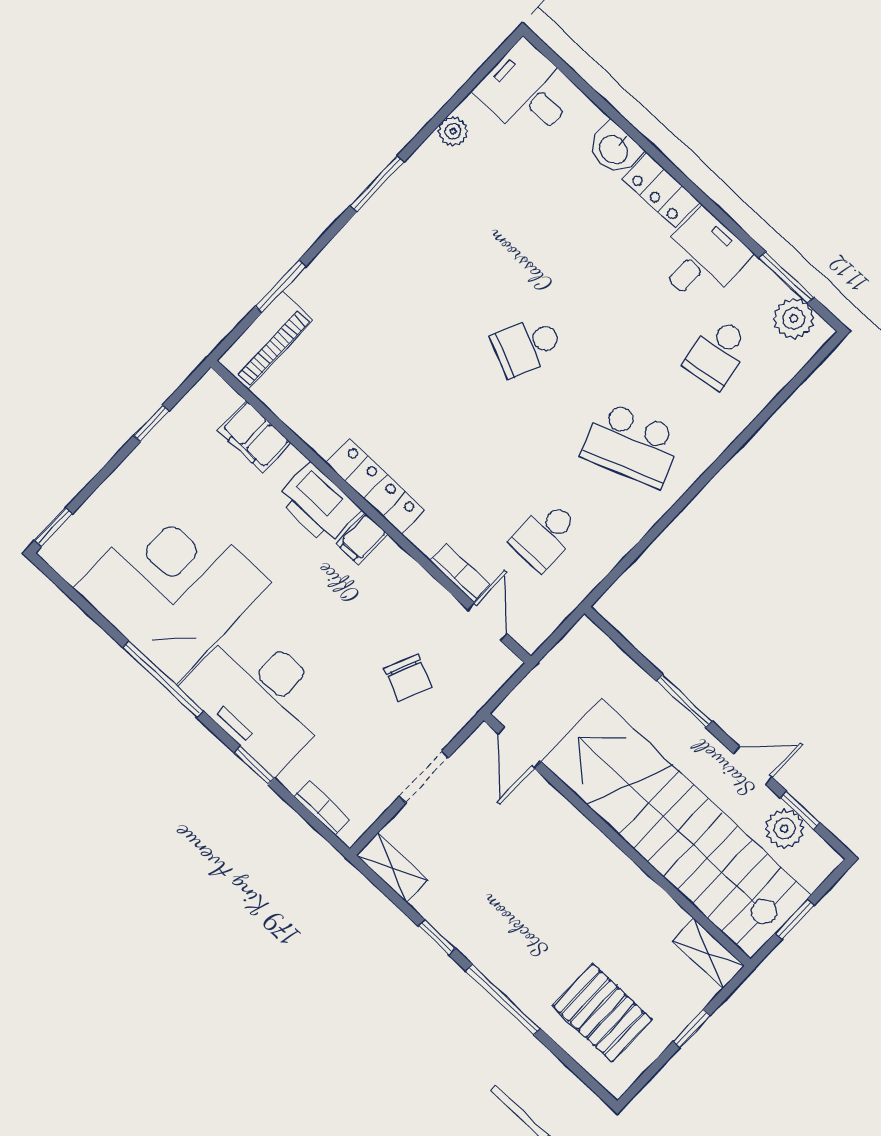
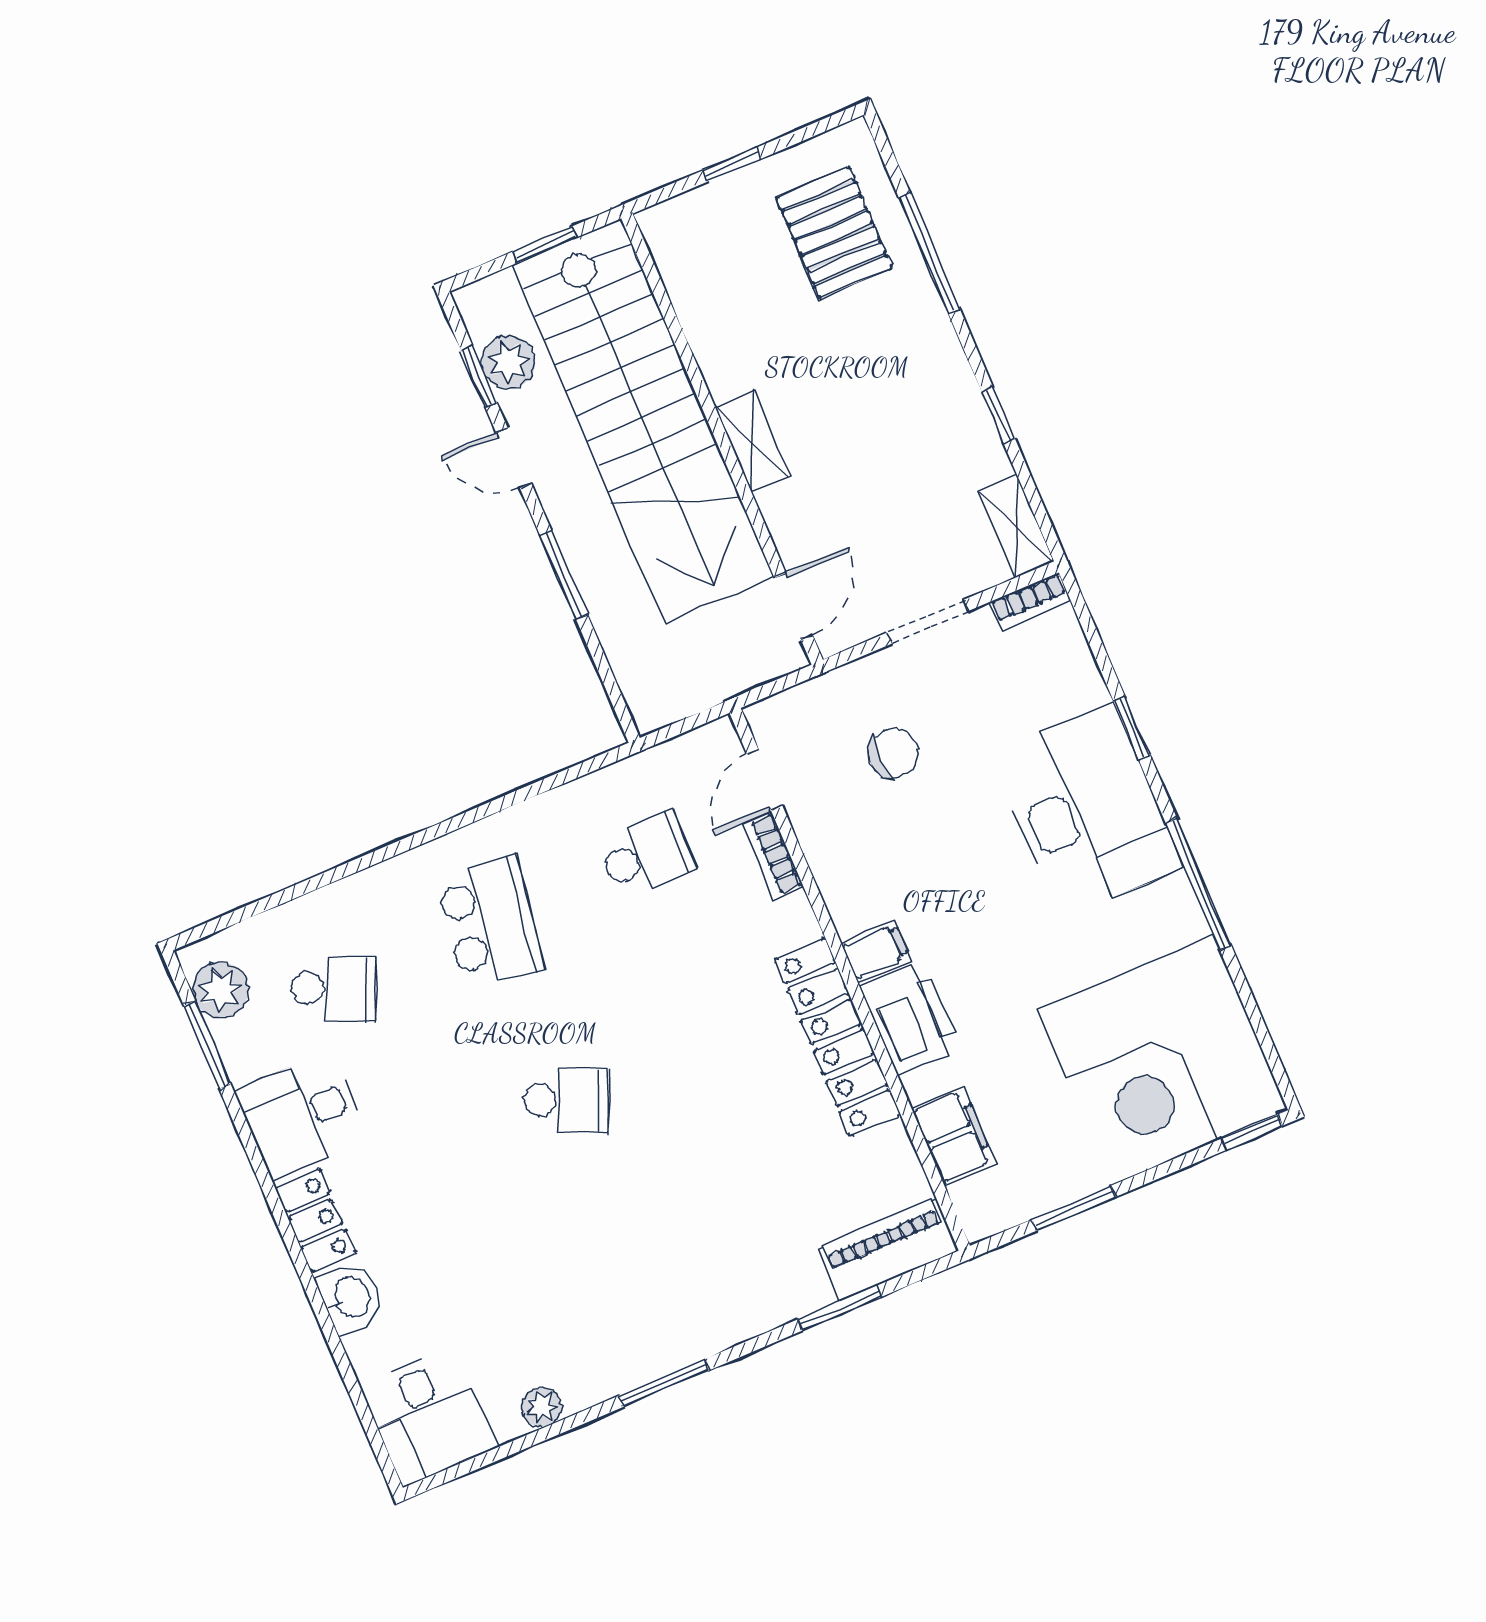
school desk: (718, 353) -> (333, 989), turned 33
window: (151, 423) -> (1074, 1208), width x1.50
school desk: (631, 444) -> (490, 922), turned 30
locker: (375, 486) -> (837, 1037), width x1.41, depth x1.21
corner desk: (173, 585) -> (1163, 1060), moved
chair: (408, 678) -> (894, 753), turned 67
bookcase: (322, 808) -> (1030, 601), moved, turned -90
shelving: (708, 953) -> (753, 441), moved
window: (503, 1000) -> (929, 253), moved

